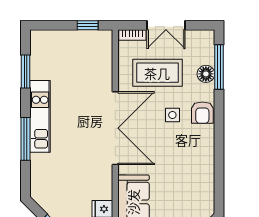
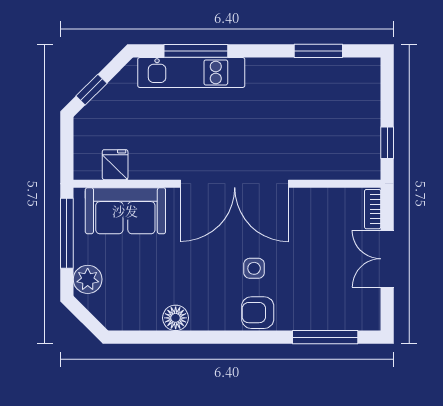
coffee table: (157, 73) -> (317, 246), removed
floor lamp: (206, 74) -> (176, 318), moved
kitchen unit: (40, 116) -> (191, 72), moved
window: (26, 139) -> (196, 51), moved

